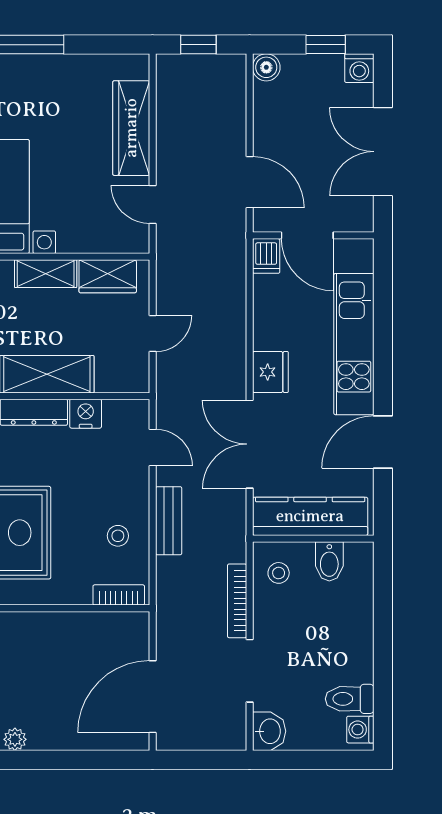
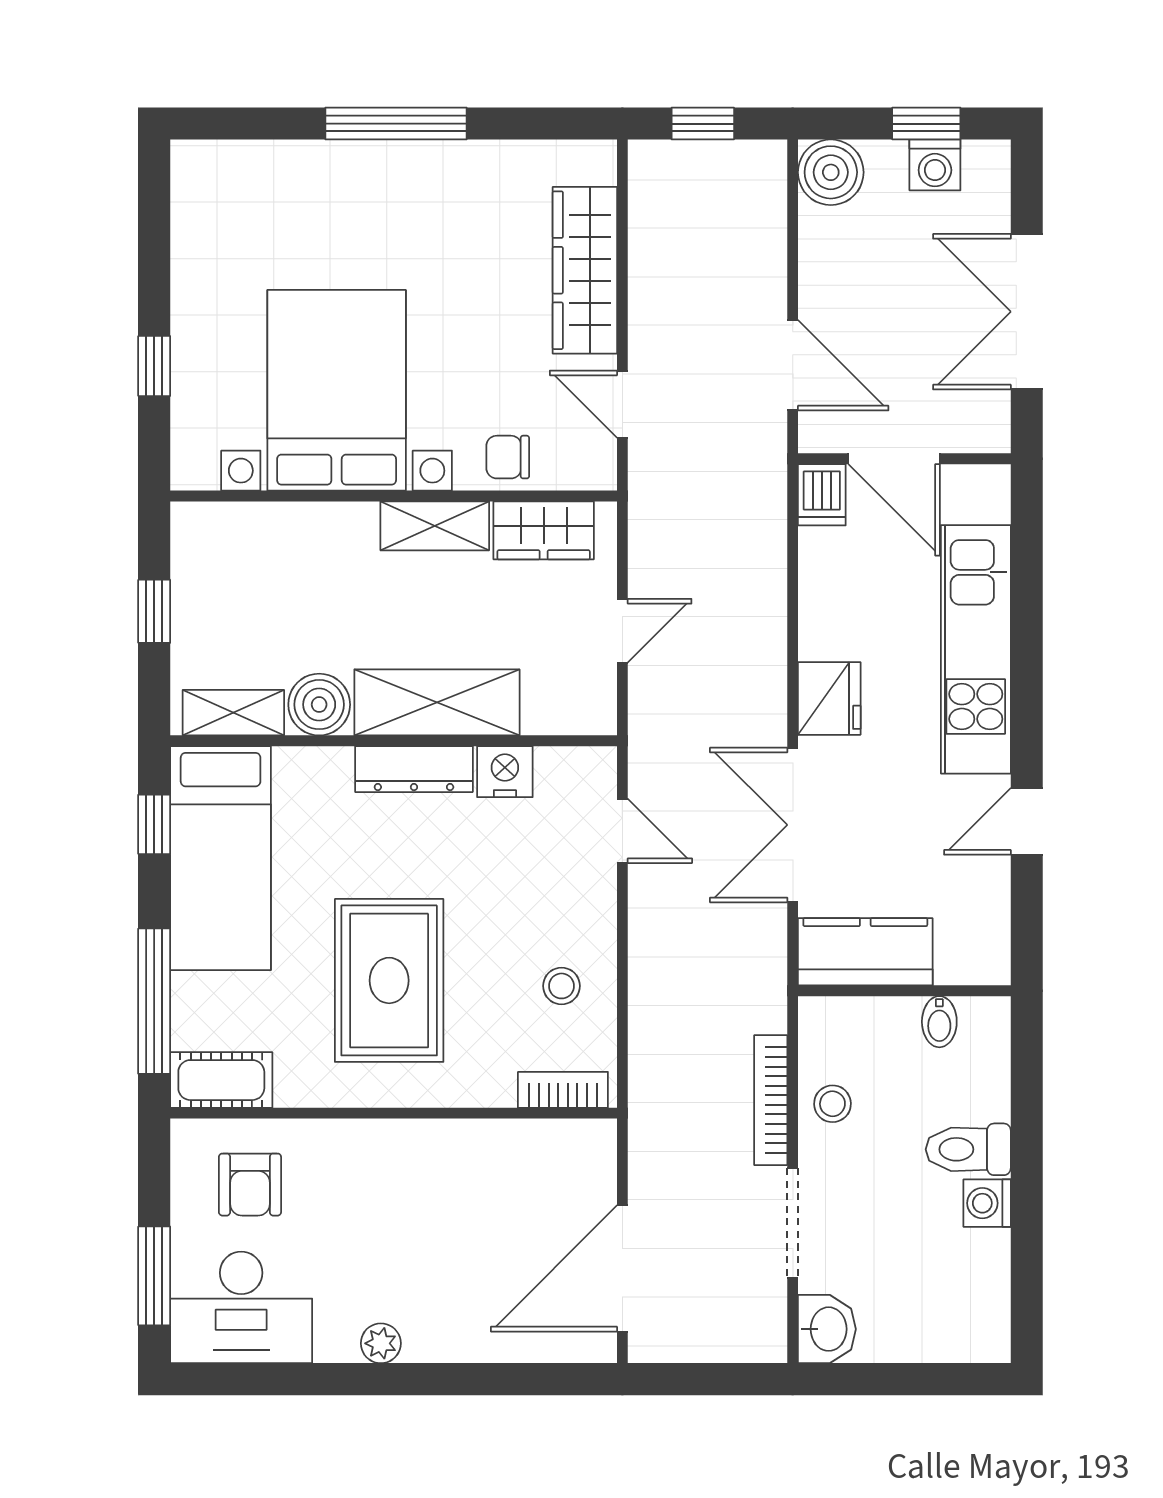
boiler: (266, 67) -> (831, 172), width x1.36, depth x1.36
washing machine: (359, 68) -> (935, 165), moved
chair: (87, 235) -> (508, 457), added
door: (383, 442) -> (1027, 821), width x0.73
kitchen counter: (310, 516) -> (865, 952), width x0.67
bench: (169, 521) -> (651, 959), removed
bidet: (329, 561) -> (939, 1022), width x0.72, depth x0.74
stool: (279, 573) -> (832, 1104), moved
toilet: (350, 699) -> (968, 1149), moved
washing machine: (360, 730) -> (987, 1203), moved

